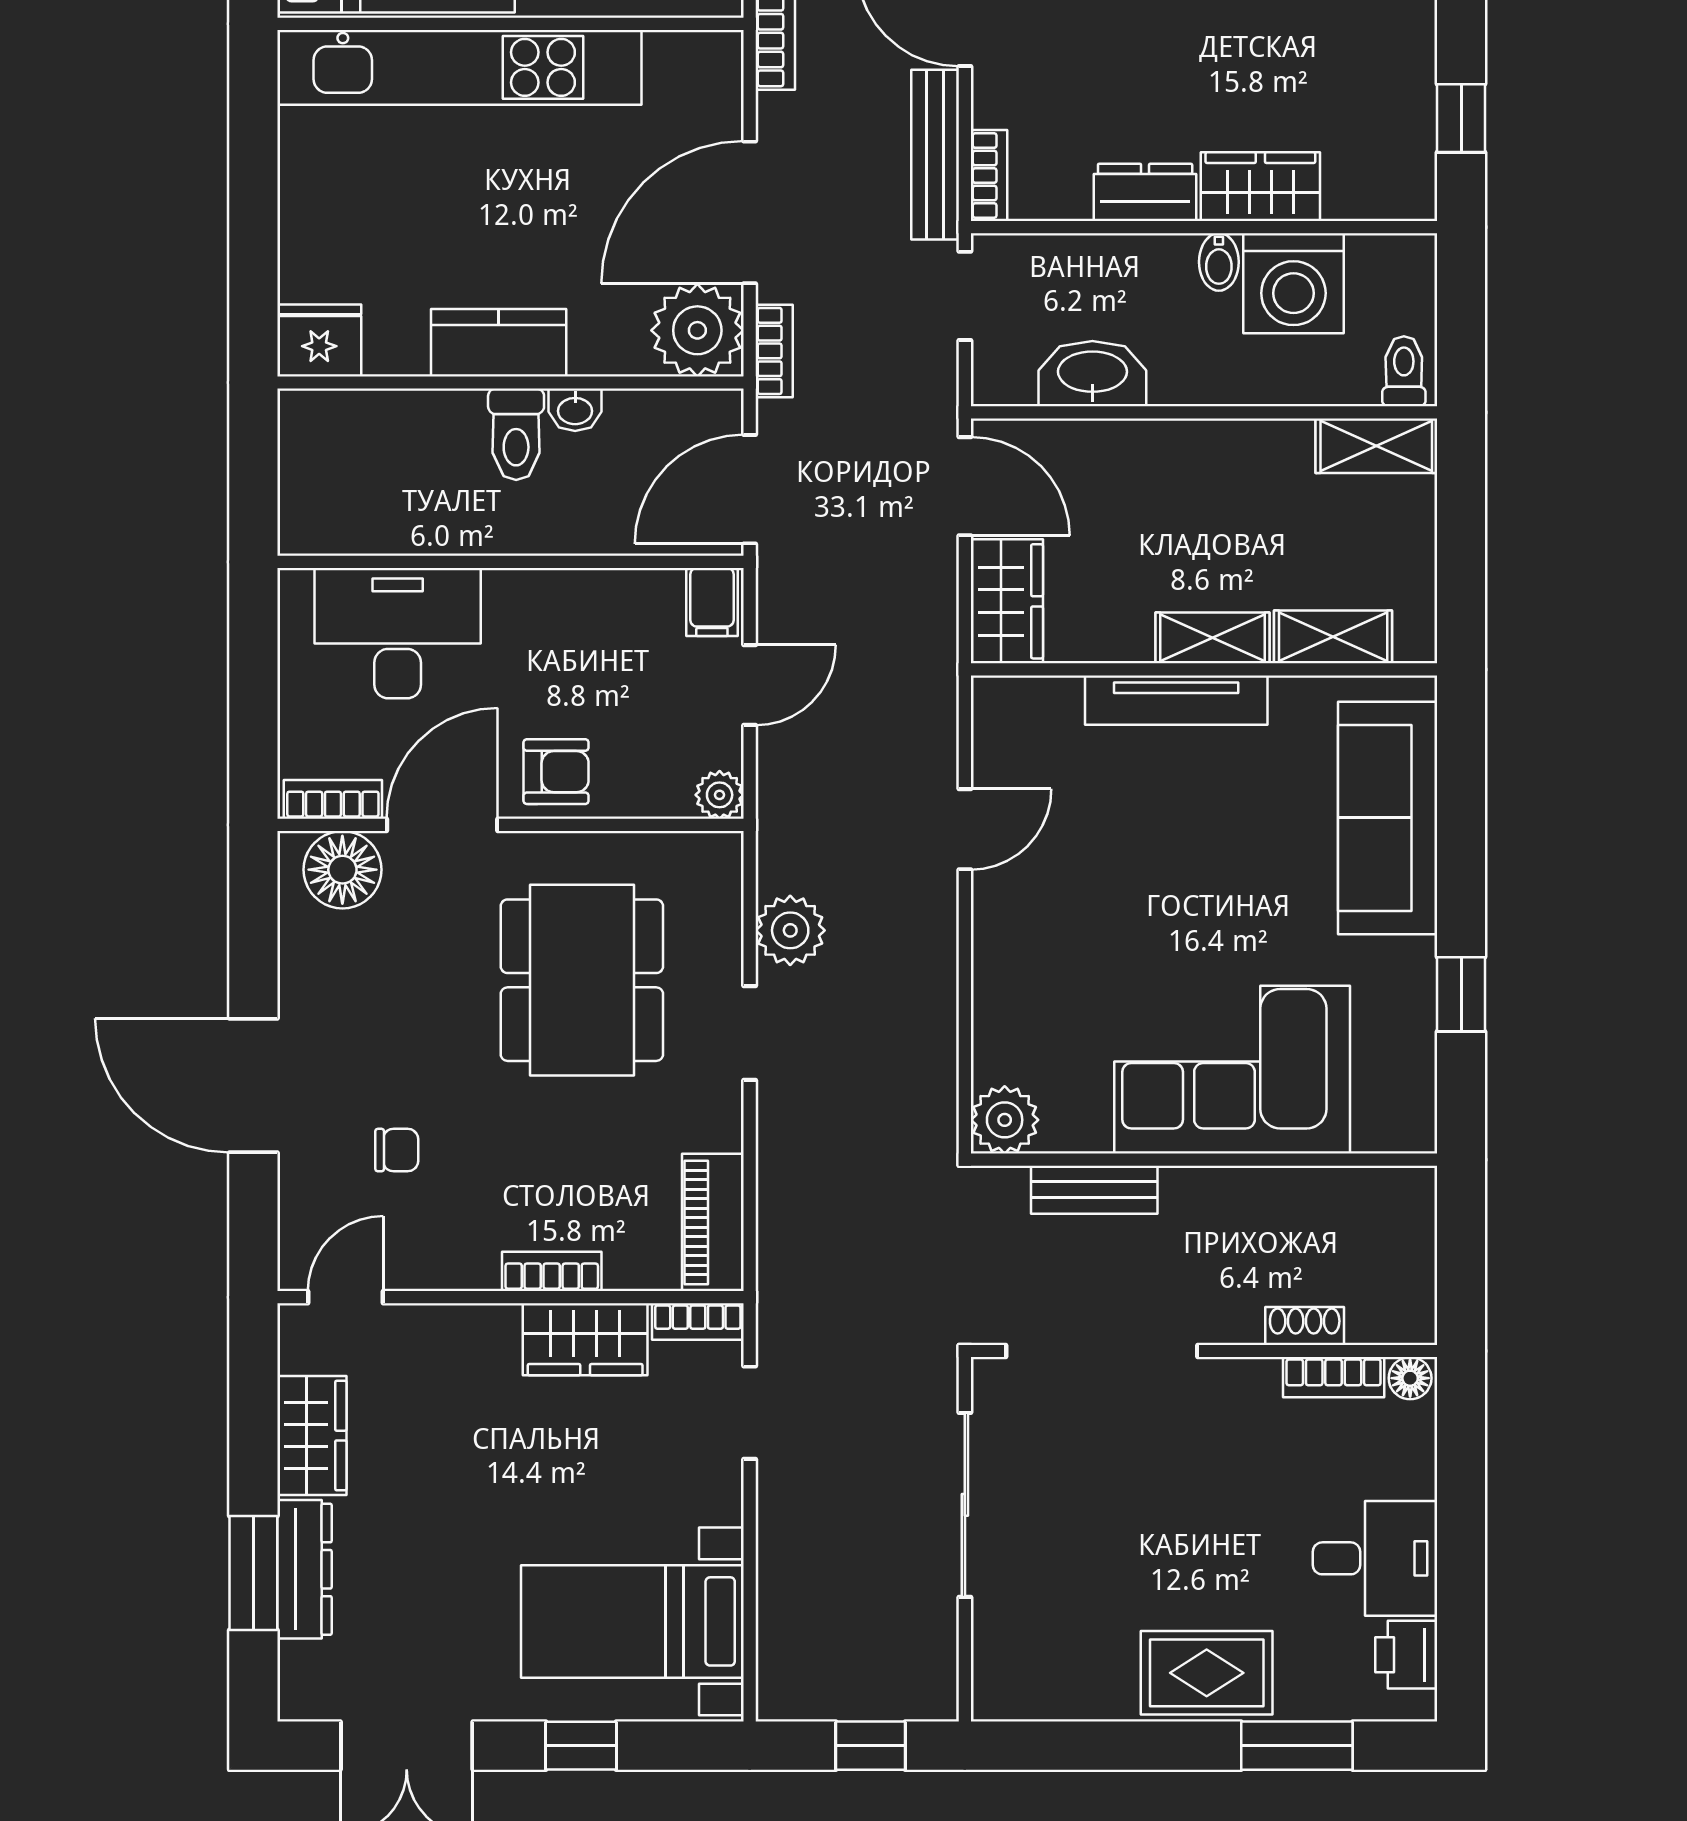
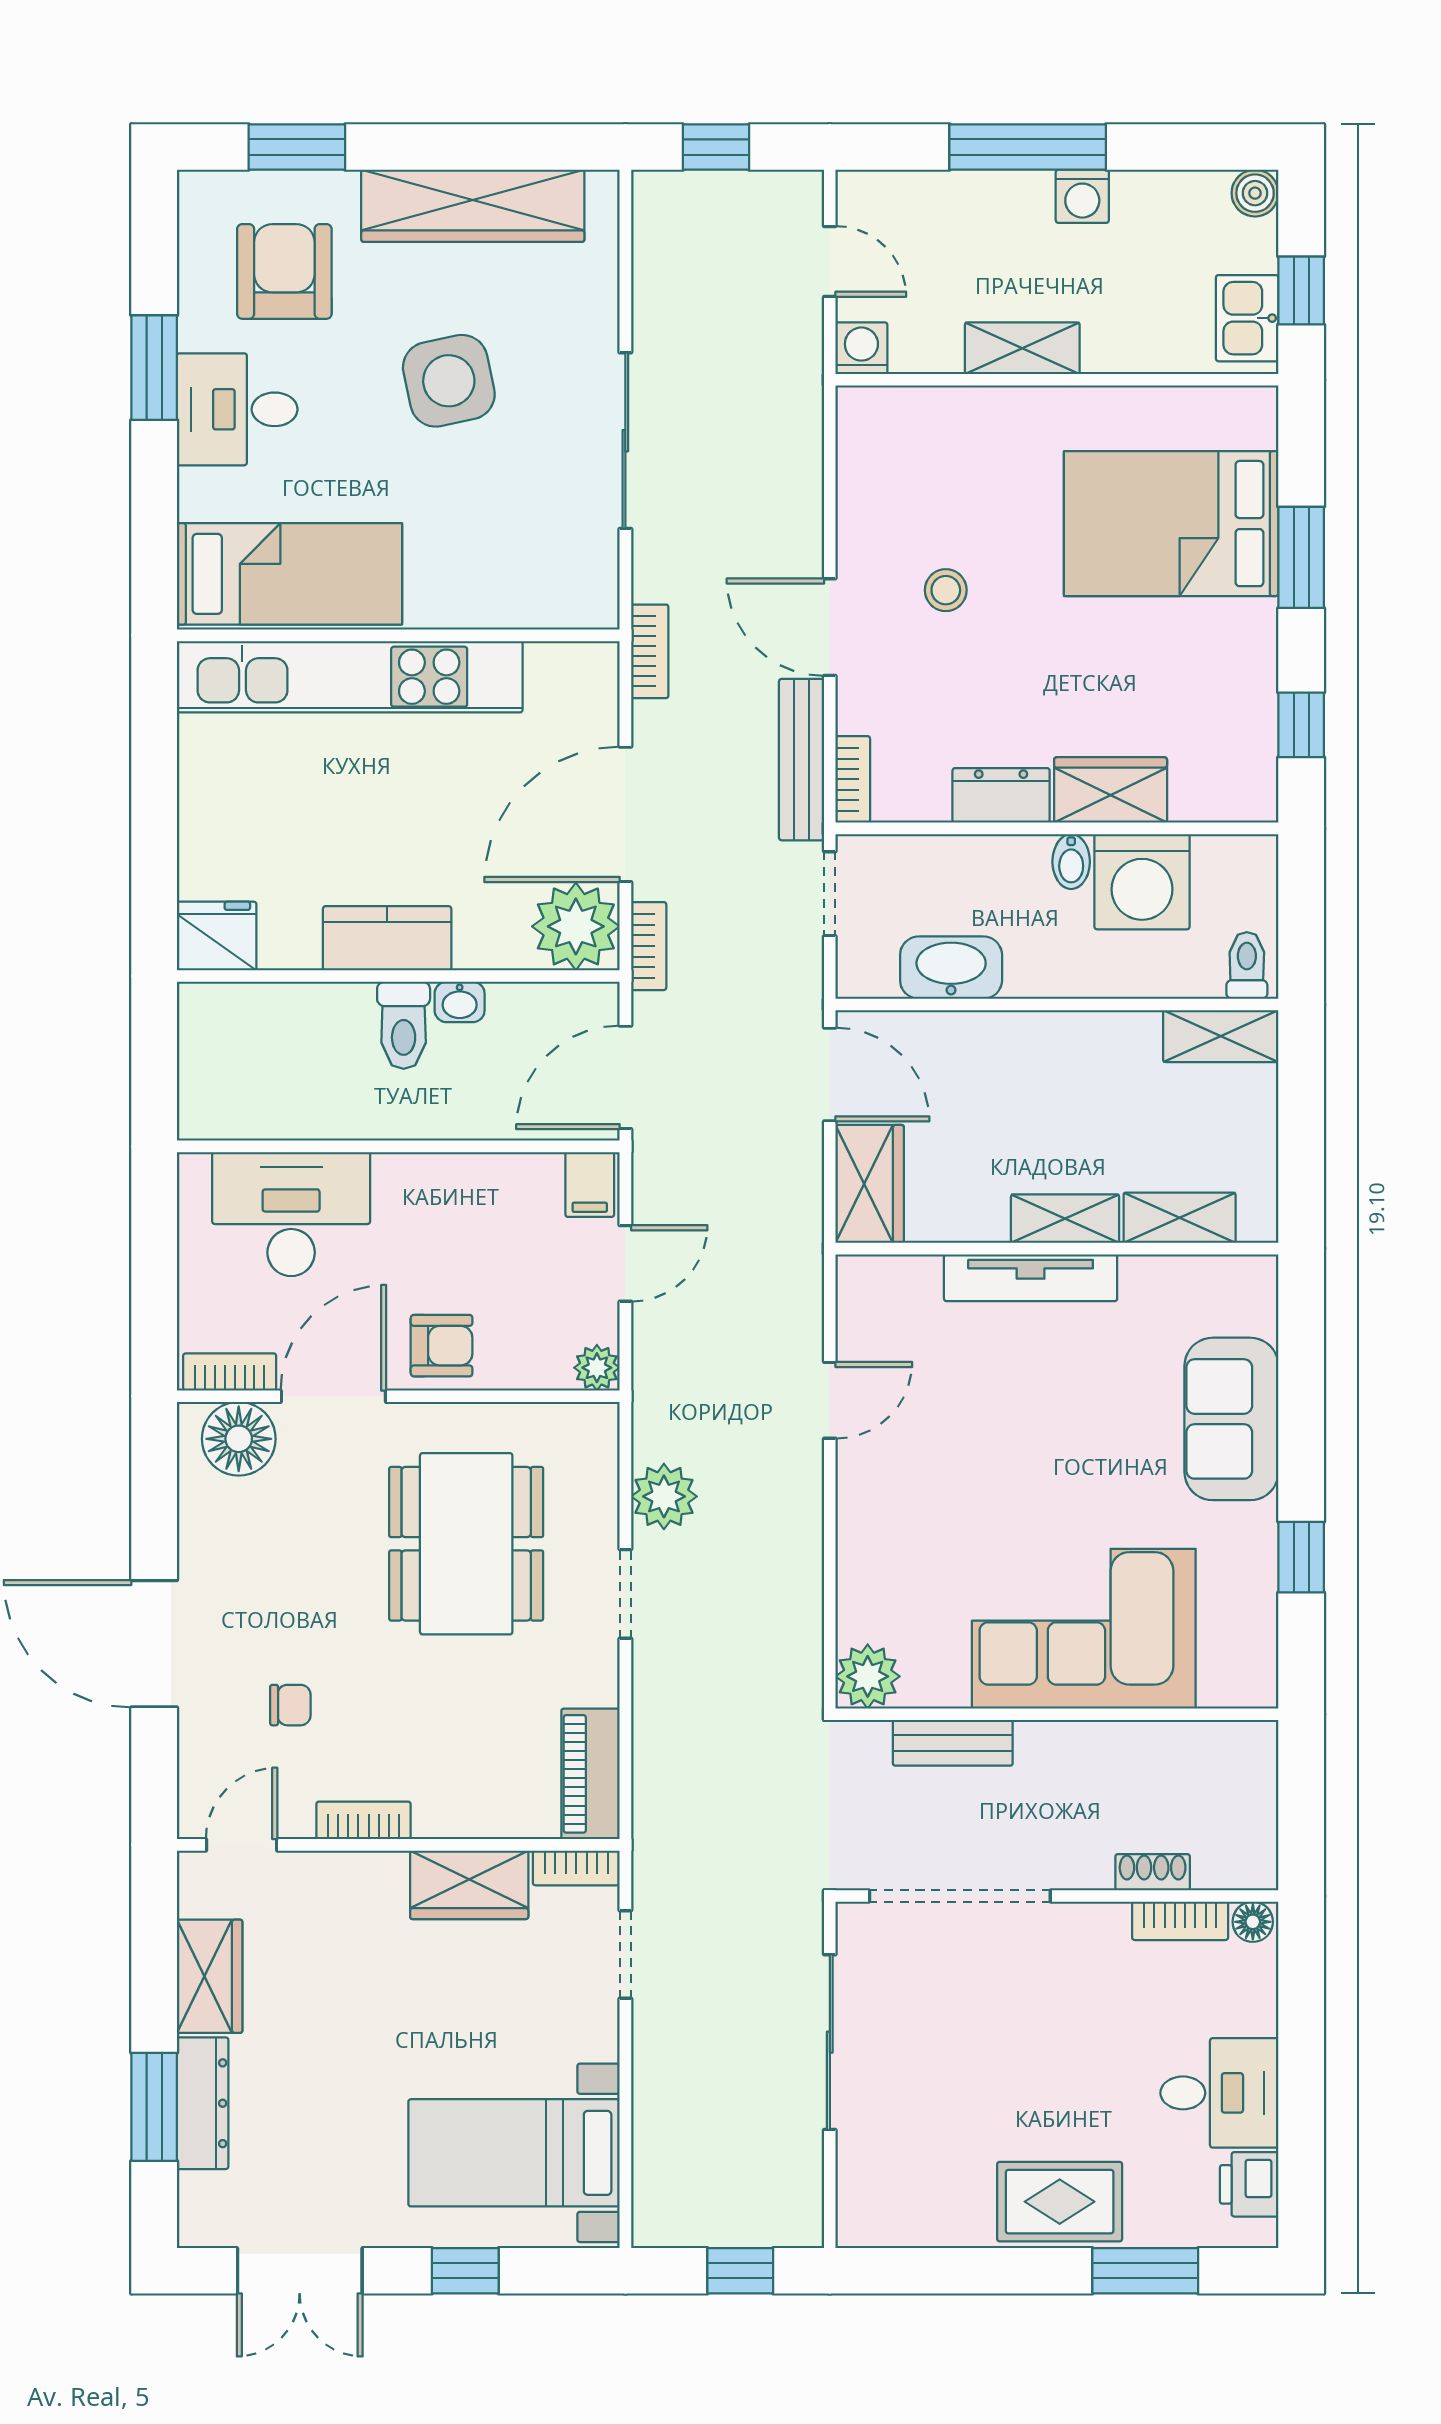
sofa: (1388, 818) -> (1231, 1419), width x0.73
bookcase: (552, 1271) -> (363, 1820), moved

